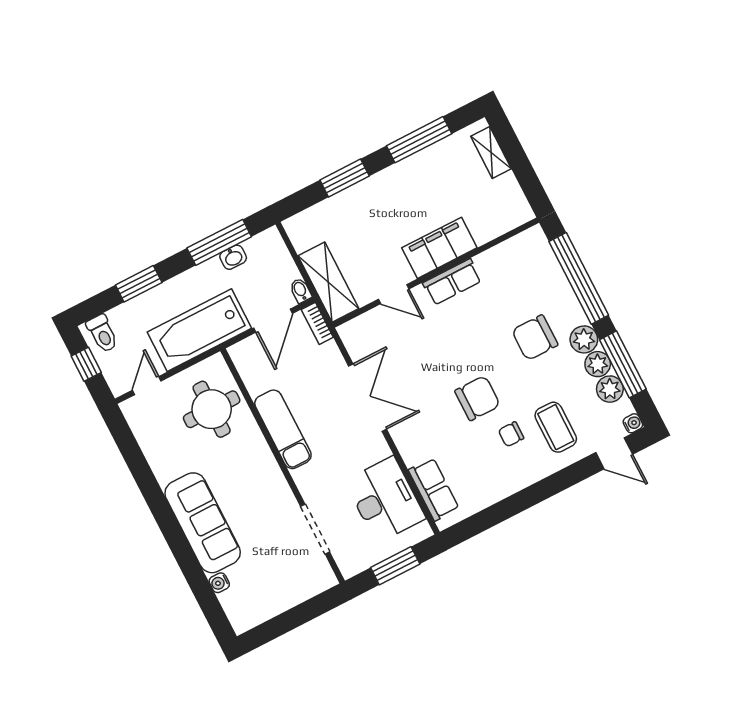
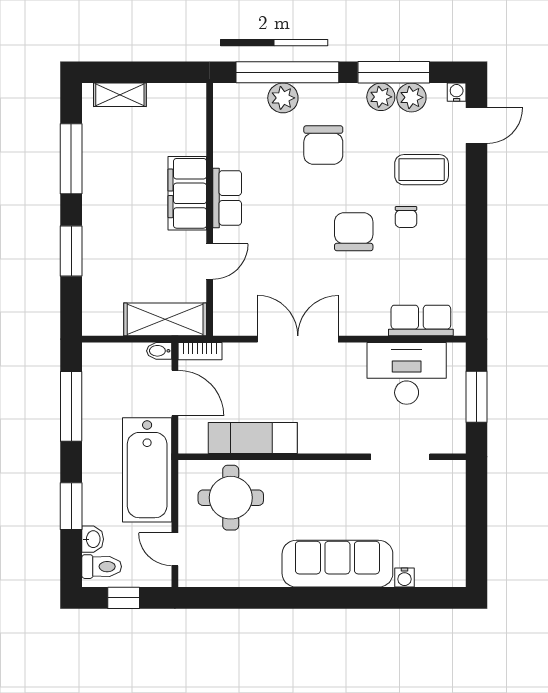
washbasin: (233, 257) -> (93, 539), moved
plant: (584, 339) -> (283, 98), moved
exam couch: (283, 429) -> (253, 438), moved

